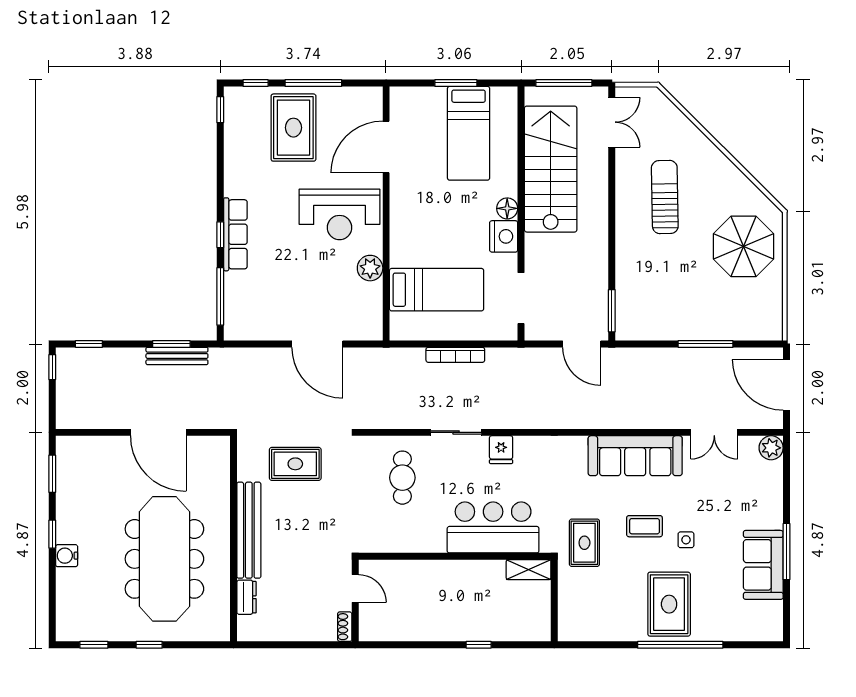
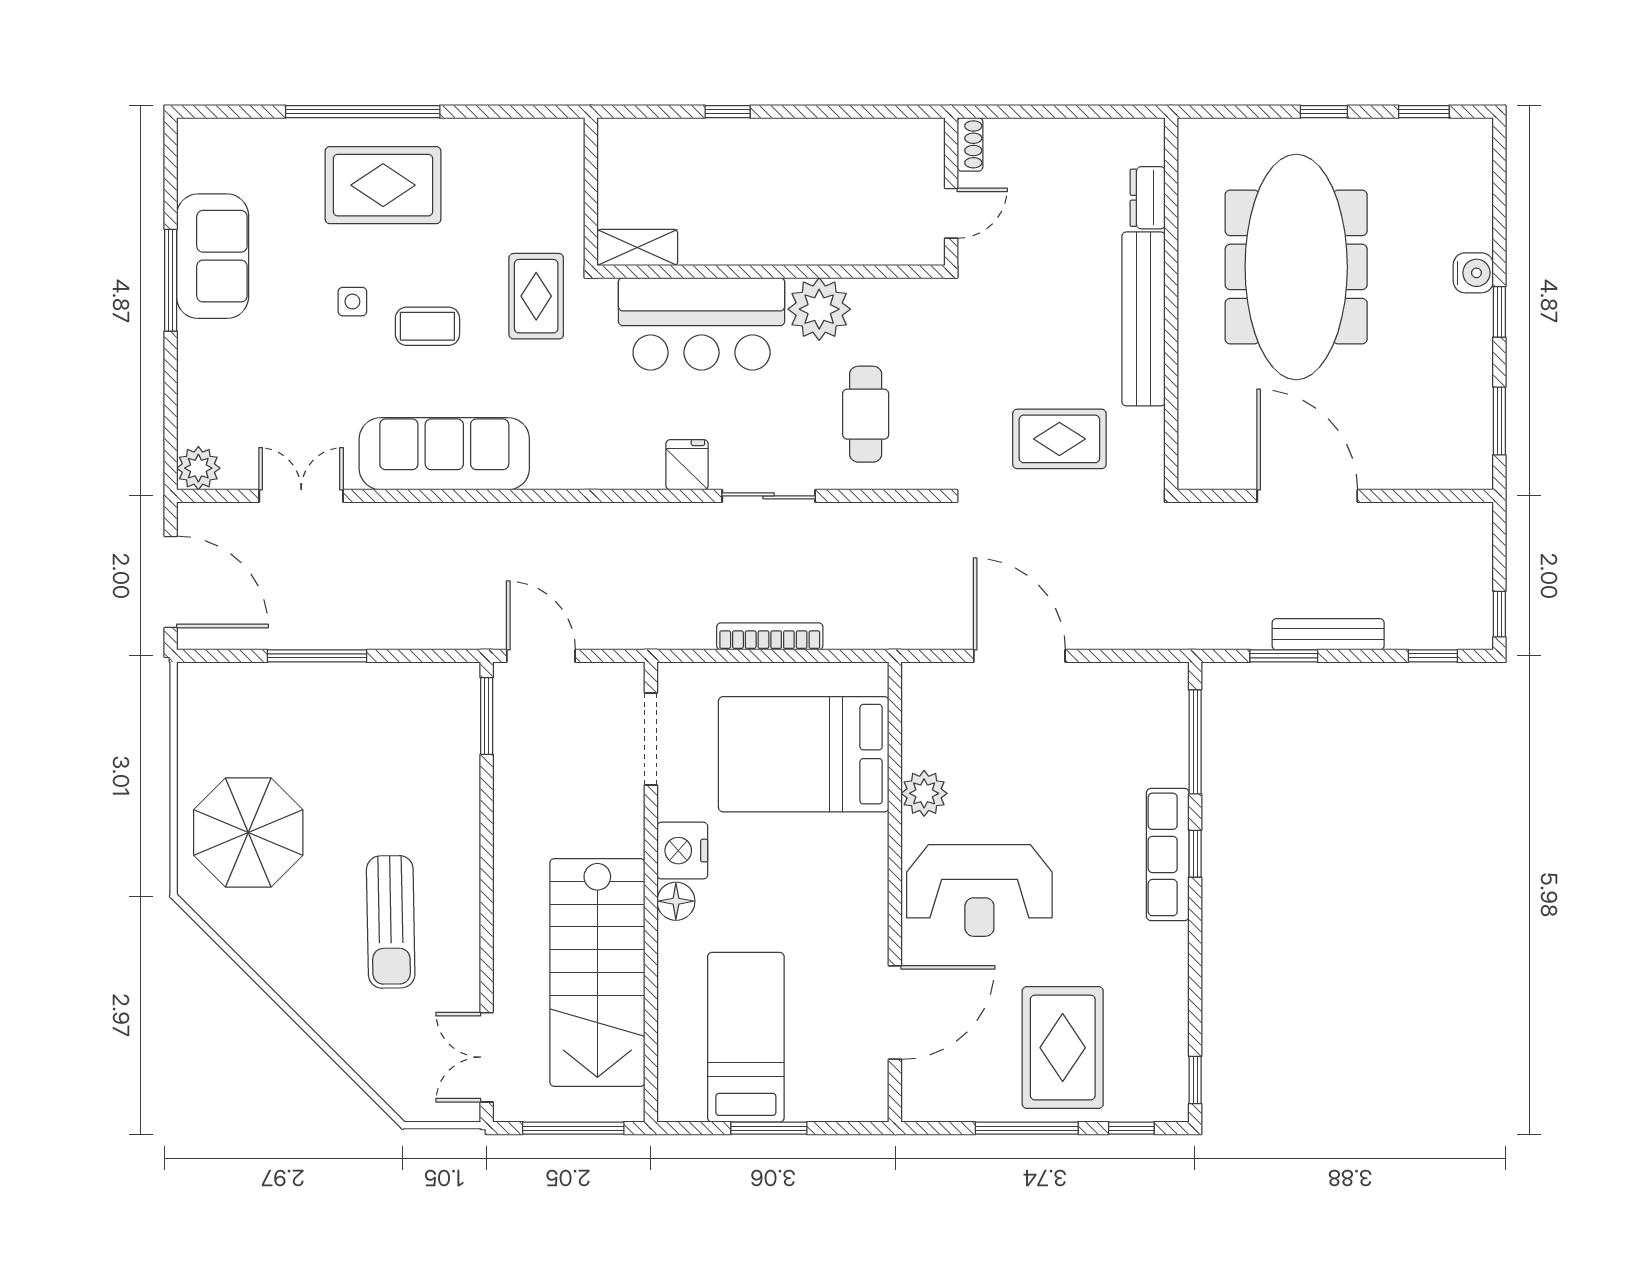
reception desk: (339, 214) -> (979, 890), turned 180
bed: (437, 290) -> (804, 754), width x1.50
bench: (177, 356) -> (1328, 634), moved
plant: (428, 536) -> (819, 309), added
door: (355, 589) -> (951, 213), swing flipped
rug: (669, 604) -> (383, 185), turned 90

